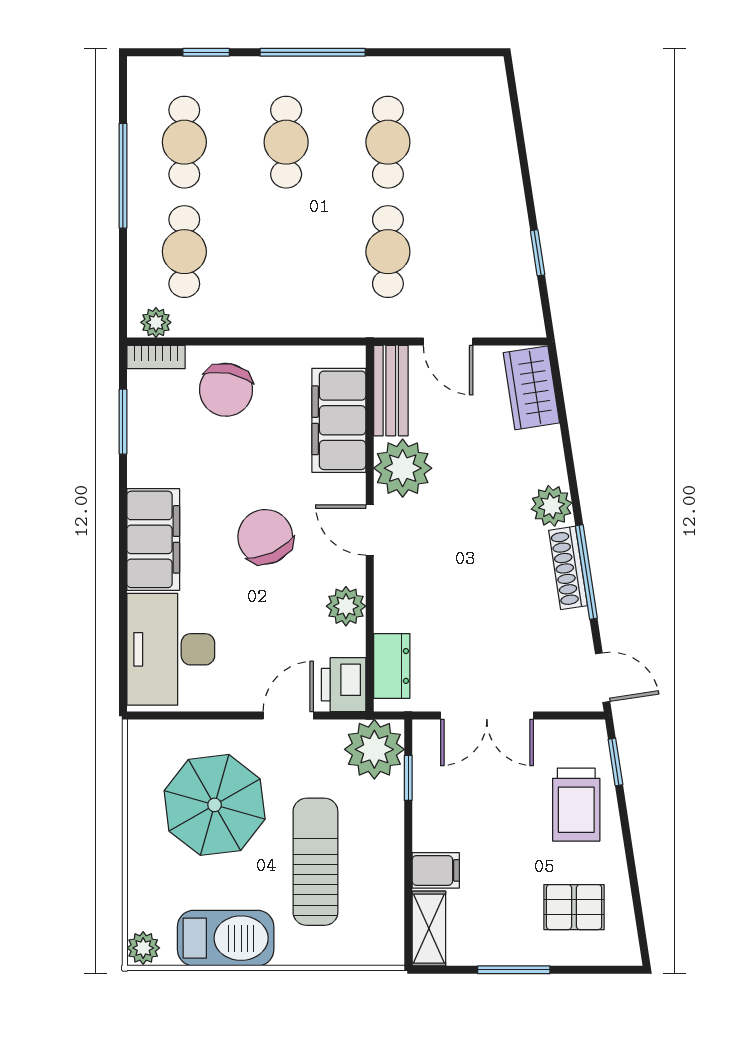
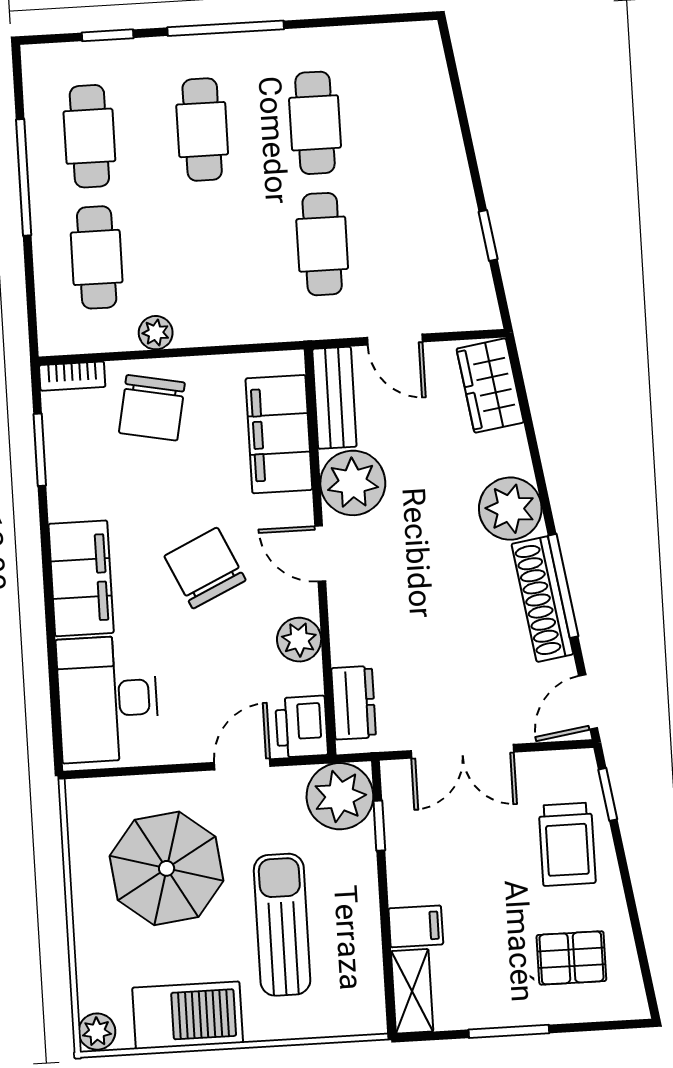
plant: (156, 322) -> (156, 333), moved
plant: (551, 506) -> (510, 509), width x1.36, depth x1.36
shoe rack: (568, 568) -> (542, 599), width x1.36, depth x1.24
door: (603, 678) -> (588, 702), swing flipped

